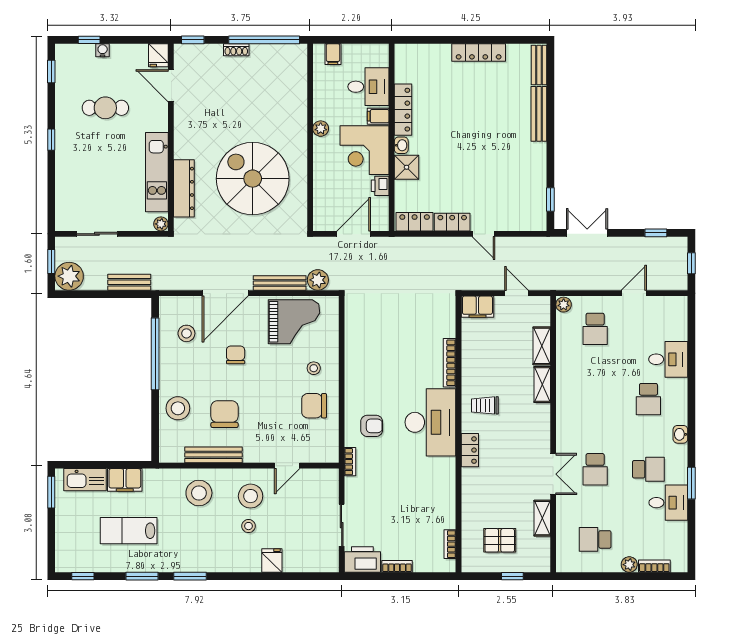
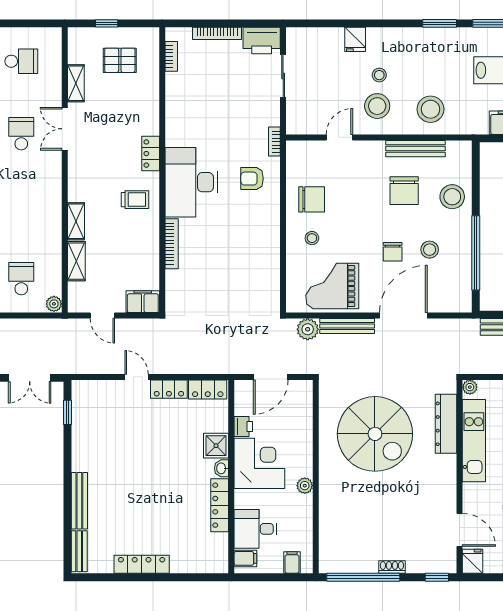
filing cabinet: (378, 116) -> (245, 558), moved
stool: (186, 333) -> (430, 250), moved
bookcase: (397, 566) -> (217, 33), width x1.56

